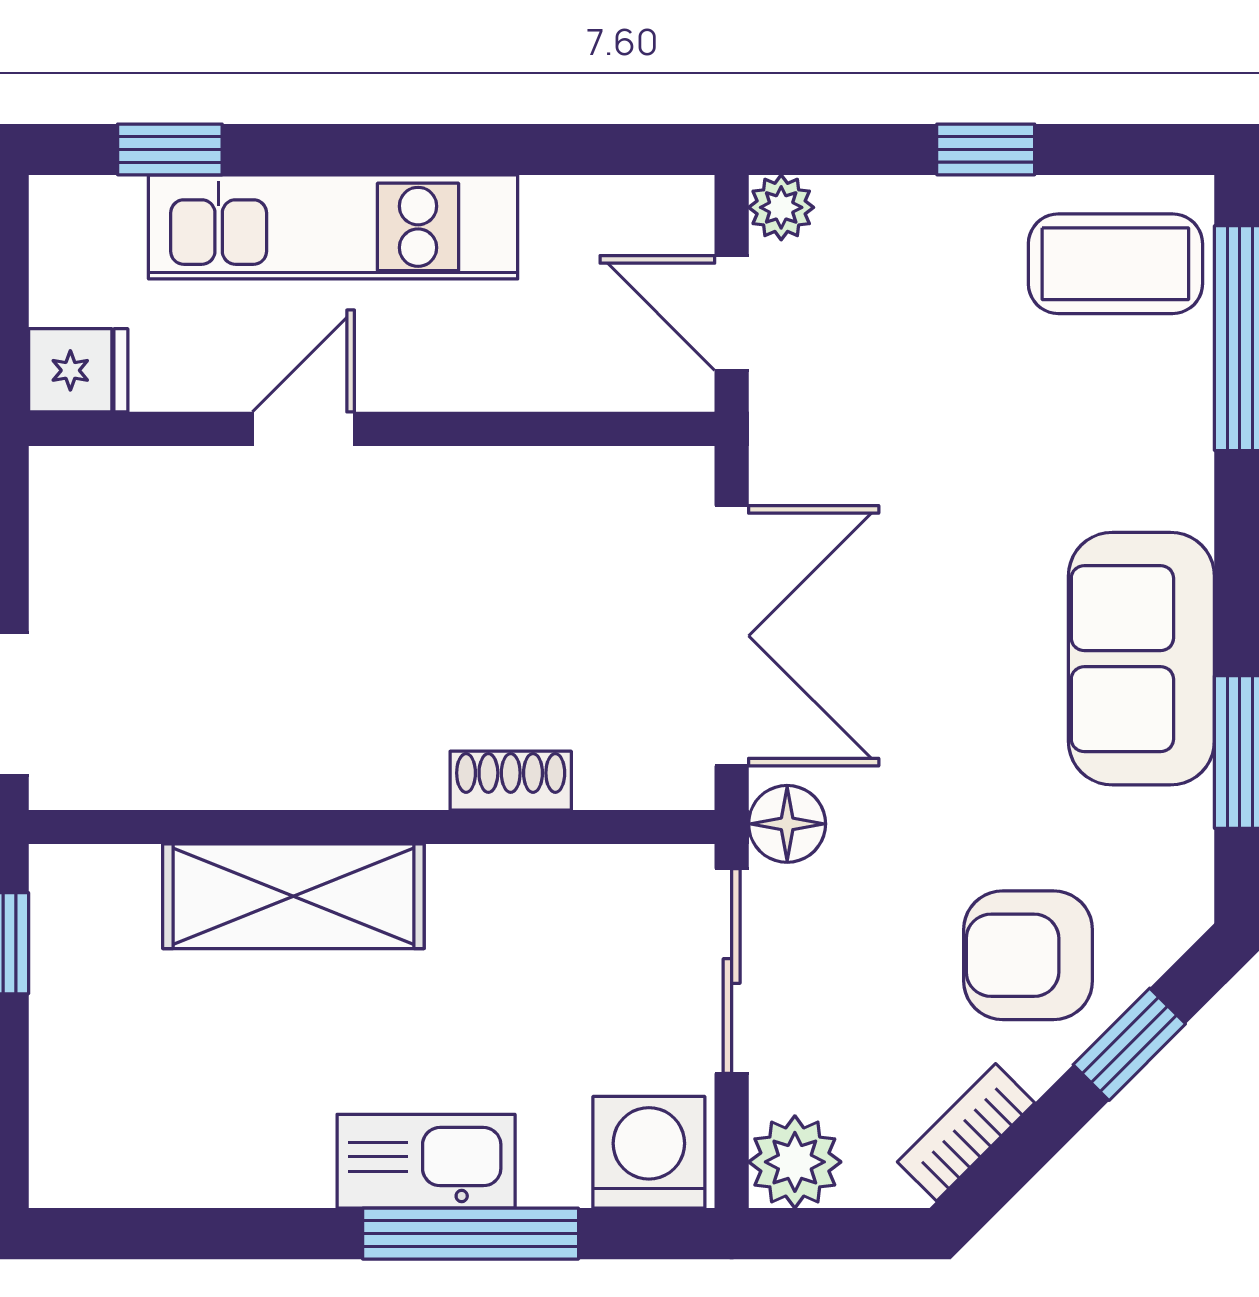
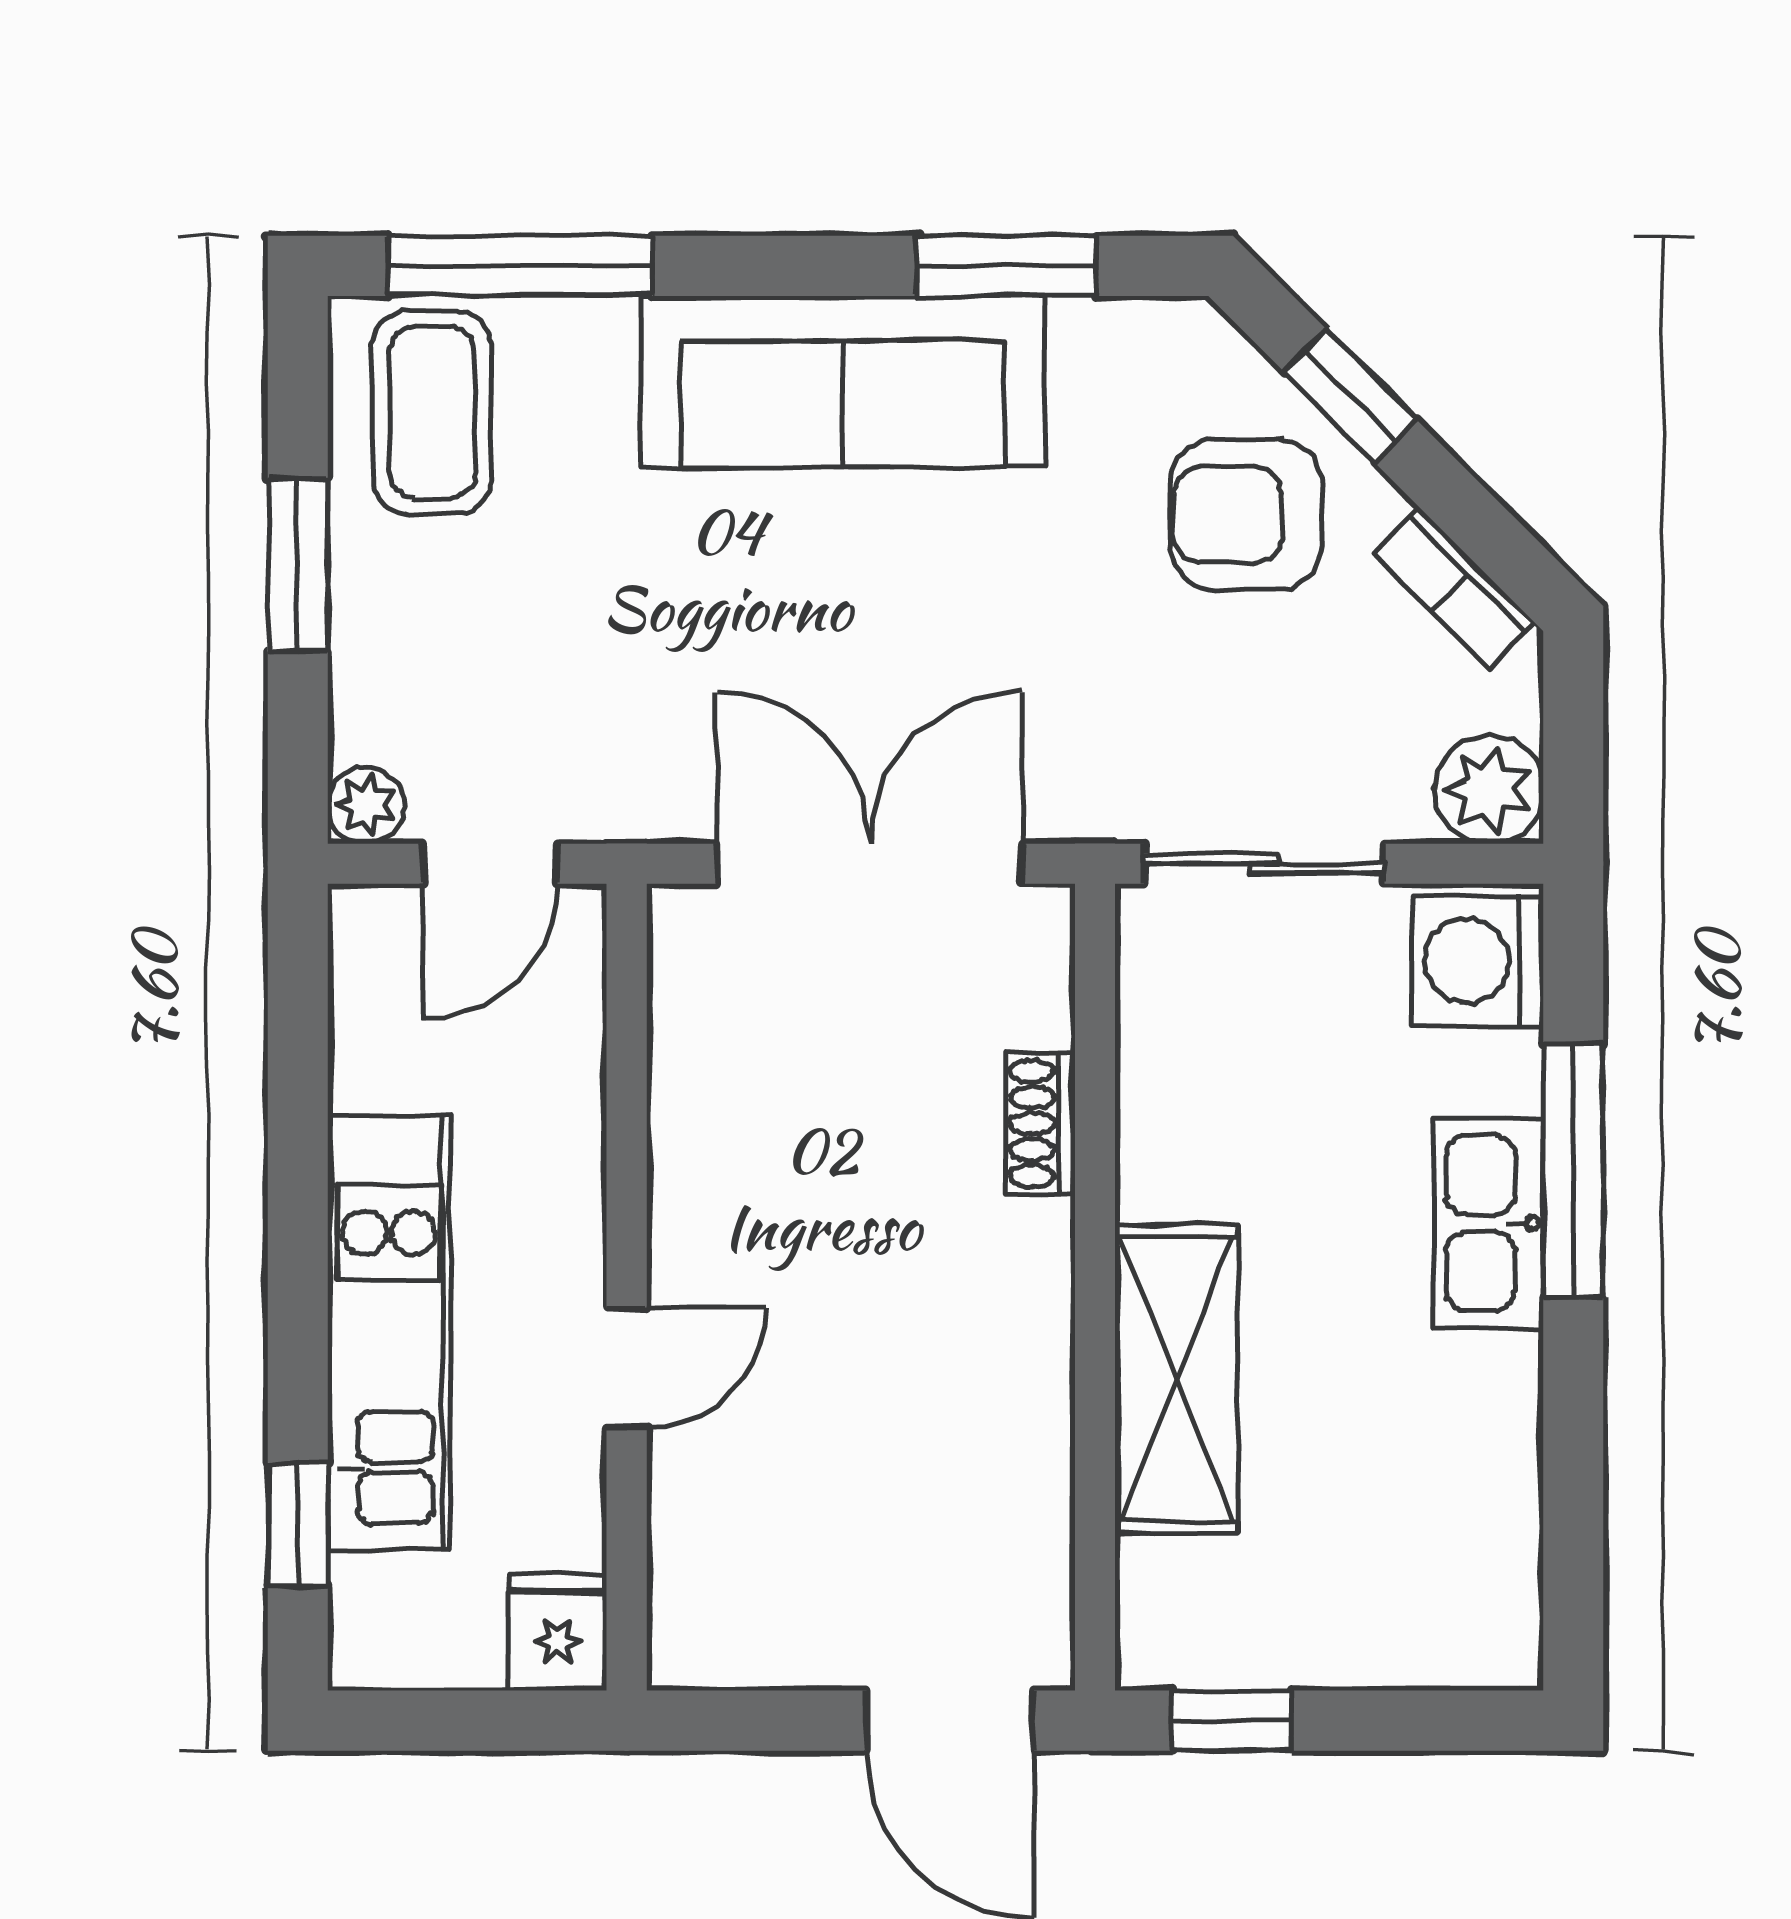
window: (986, 149) -> (298, 565), width x1.50
door: (303, 429) -> (627, 1367), swing flipped
sofa: (1141, 659) -> (843, 382), width x1.36
floor lamp: (787, 824) -> (1091, 799), removed
armchair: (1028, 955) -> (1246, 515), turned 90

